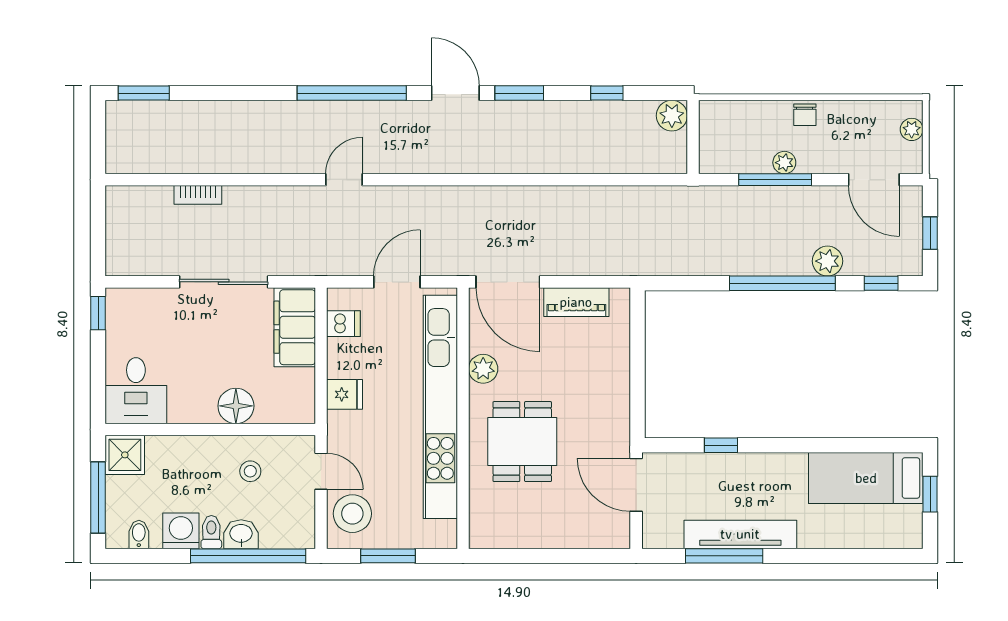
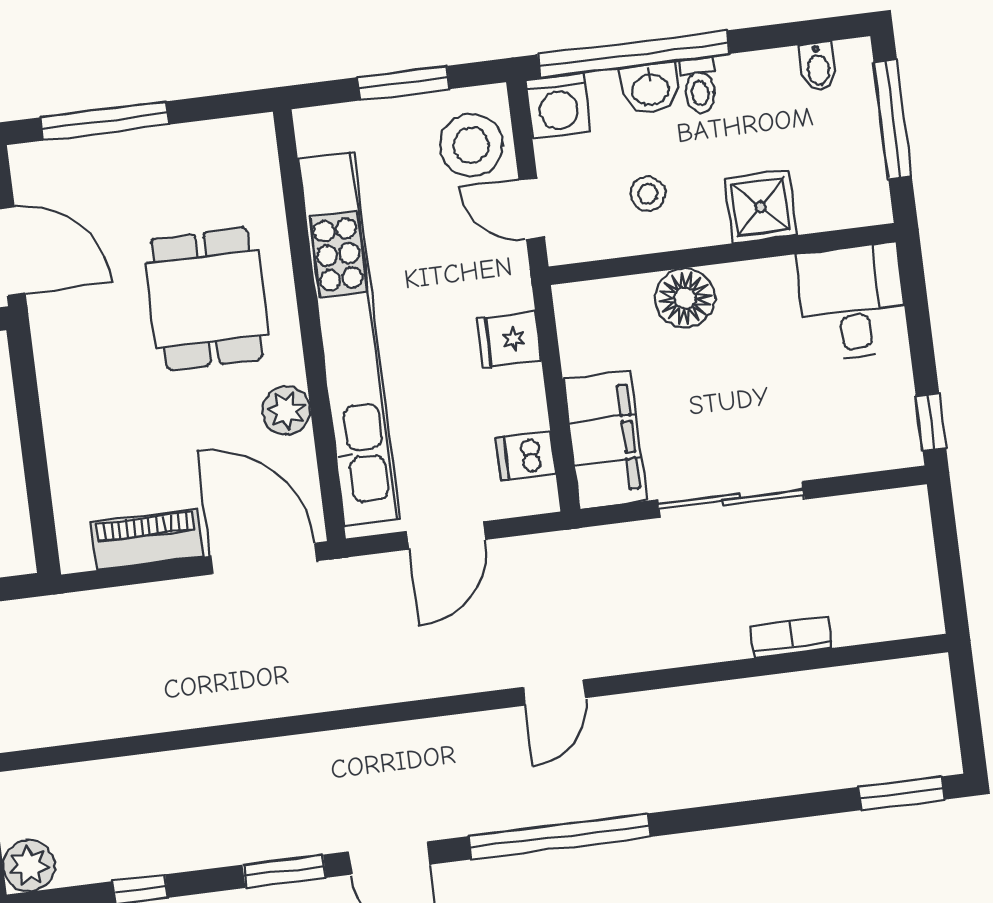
shower: (125, 455) -> (761, 207), moved
washing machine: (181, 531) -> (558, 105), moved
window: (570, 556) -> (105, 121), added

